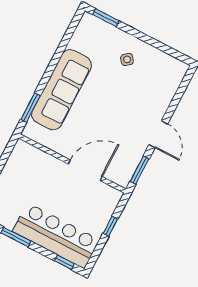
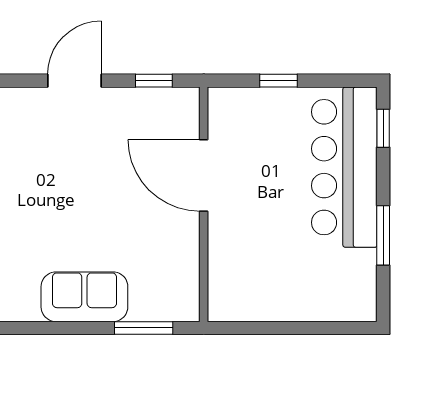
sofa: (62, 90) -> (84, 297), width x0.54, depth x0.79
window: (140, 170) -> (154, 81), width x0.67

